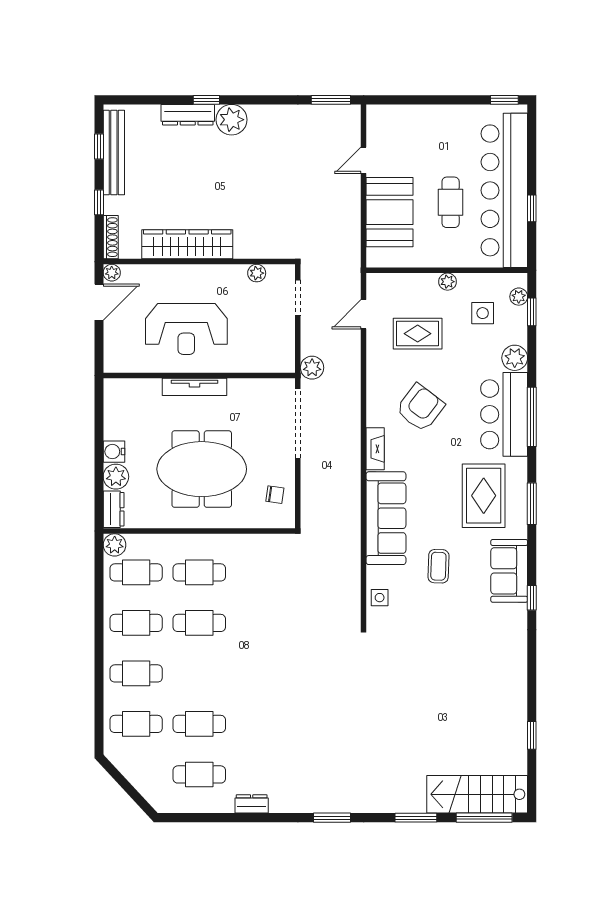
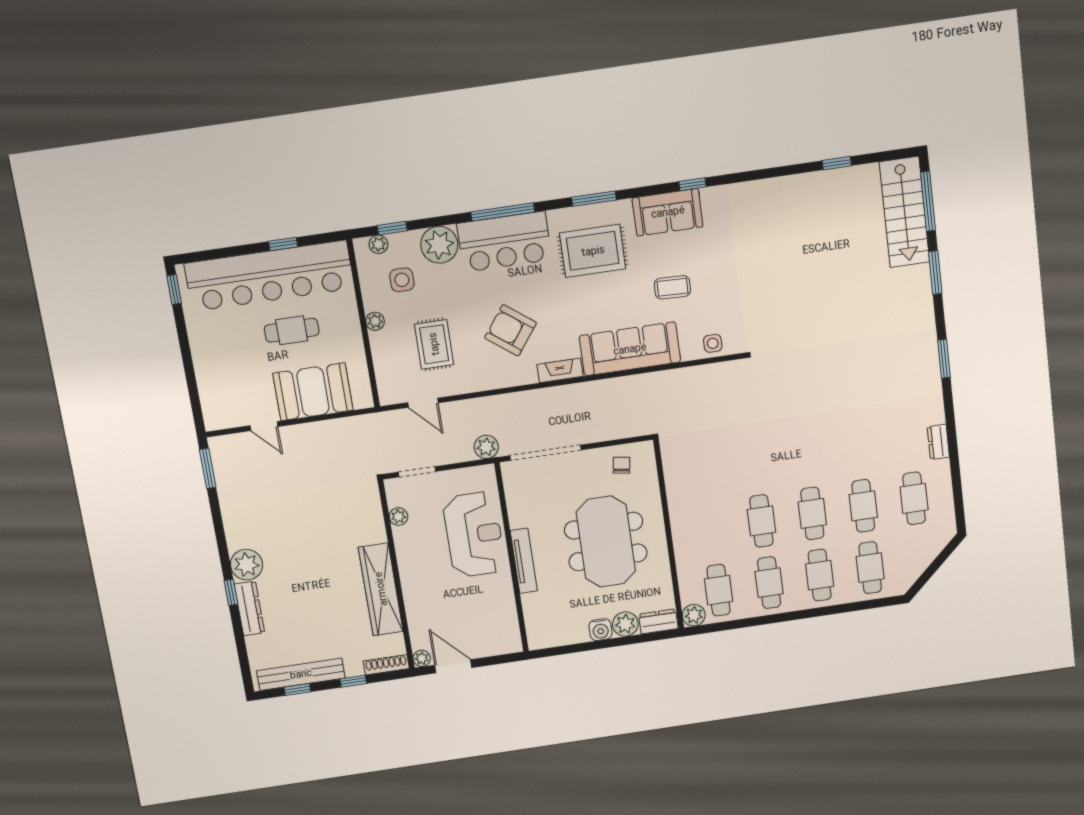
reception desk: (186, 329) -> (474, 535), moved
plant: (515, 358) -> (439, 245), width x1.36, depth x1.36
cafe table: (199, 572) -> (812, 513), moved

